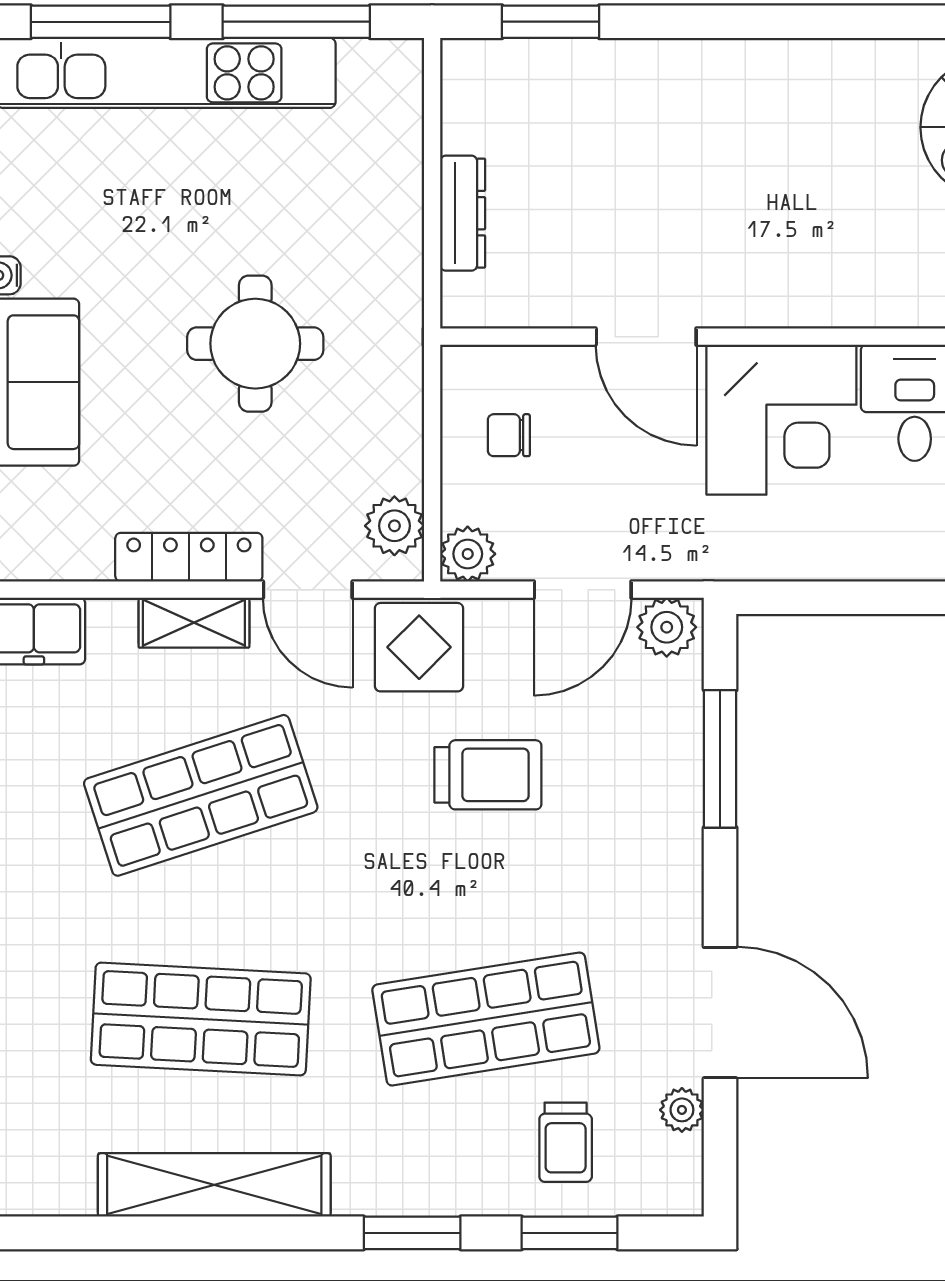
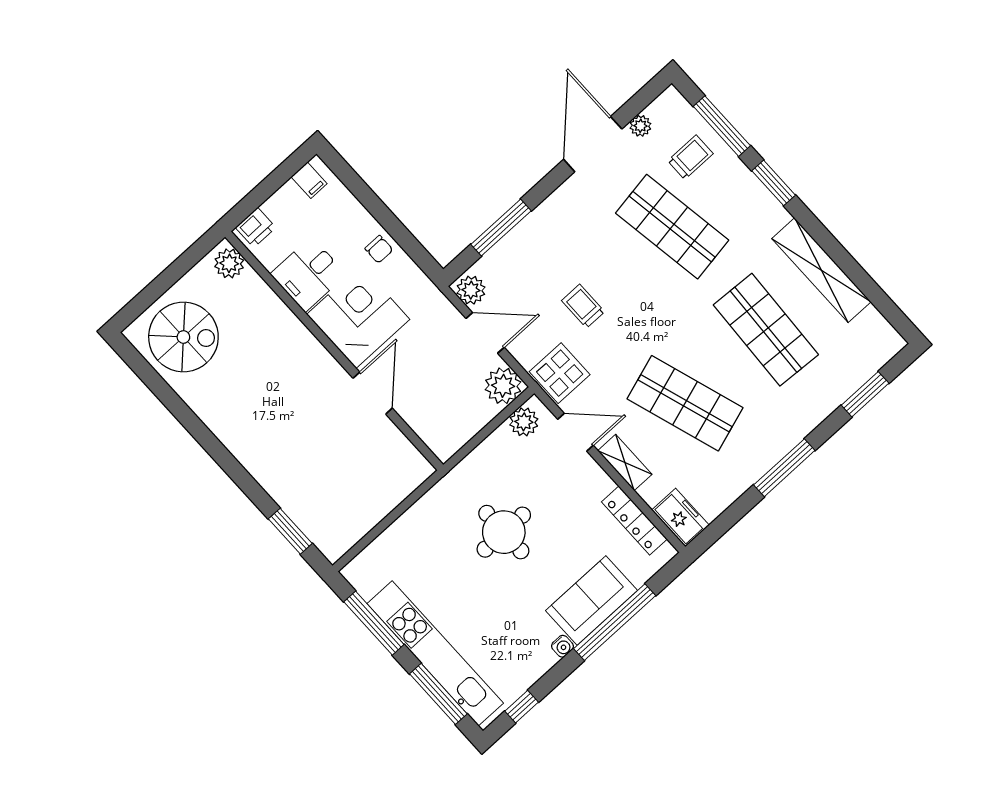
dresser: (463, 213) -> (388, 500), removed
chair: (509, 435) -> (379, 249), moved
plant: (468, 554) -> (503, 386), width x1.36, depth x1.36
locker: (189, 557) -> (634, 521), moved
door: (308, 590) -> (575, 432), hinge flipped
trolley: (488, 775) -> (583, 306), width x0.73, depth x0.72
window: (570, 1233) -> (722, 126), width x1.44

